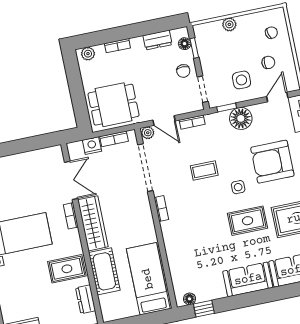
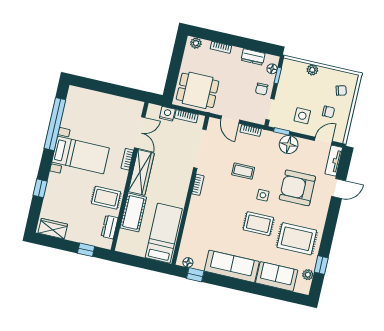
plant: (148, 133) -> (214, 123), removed
sofa: (248, 279) -> (232, 266), width x1.36

